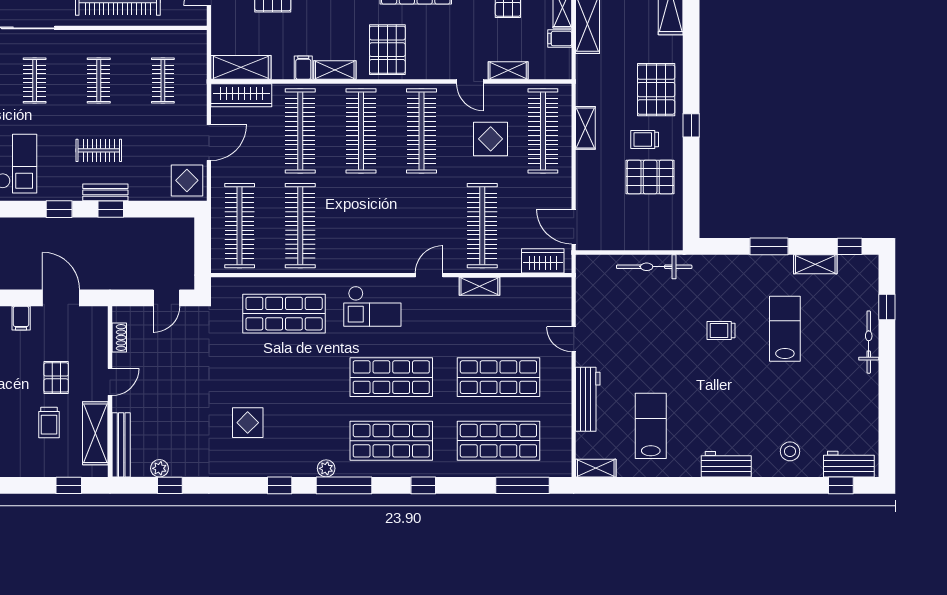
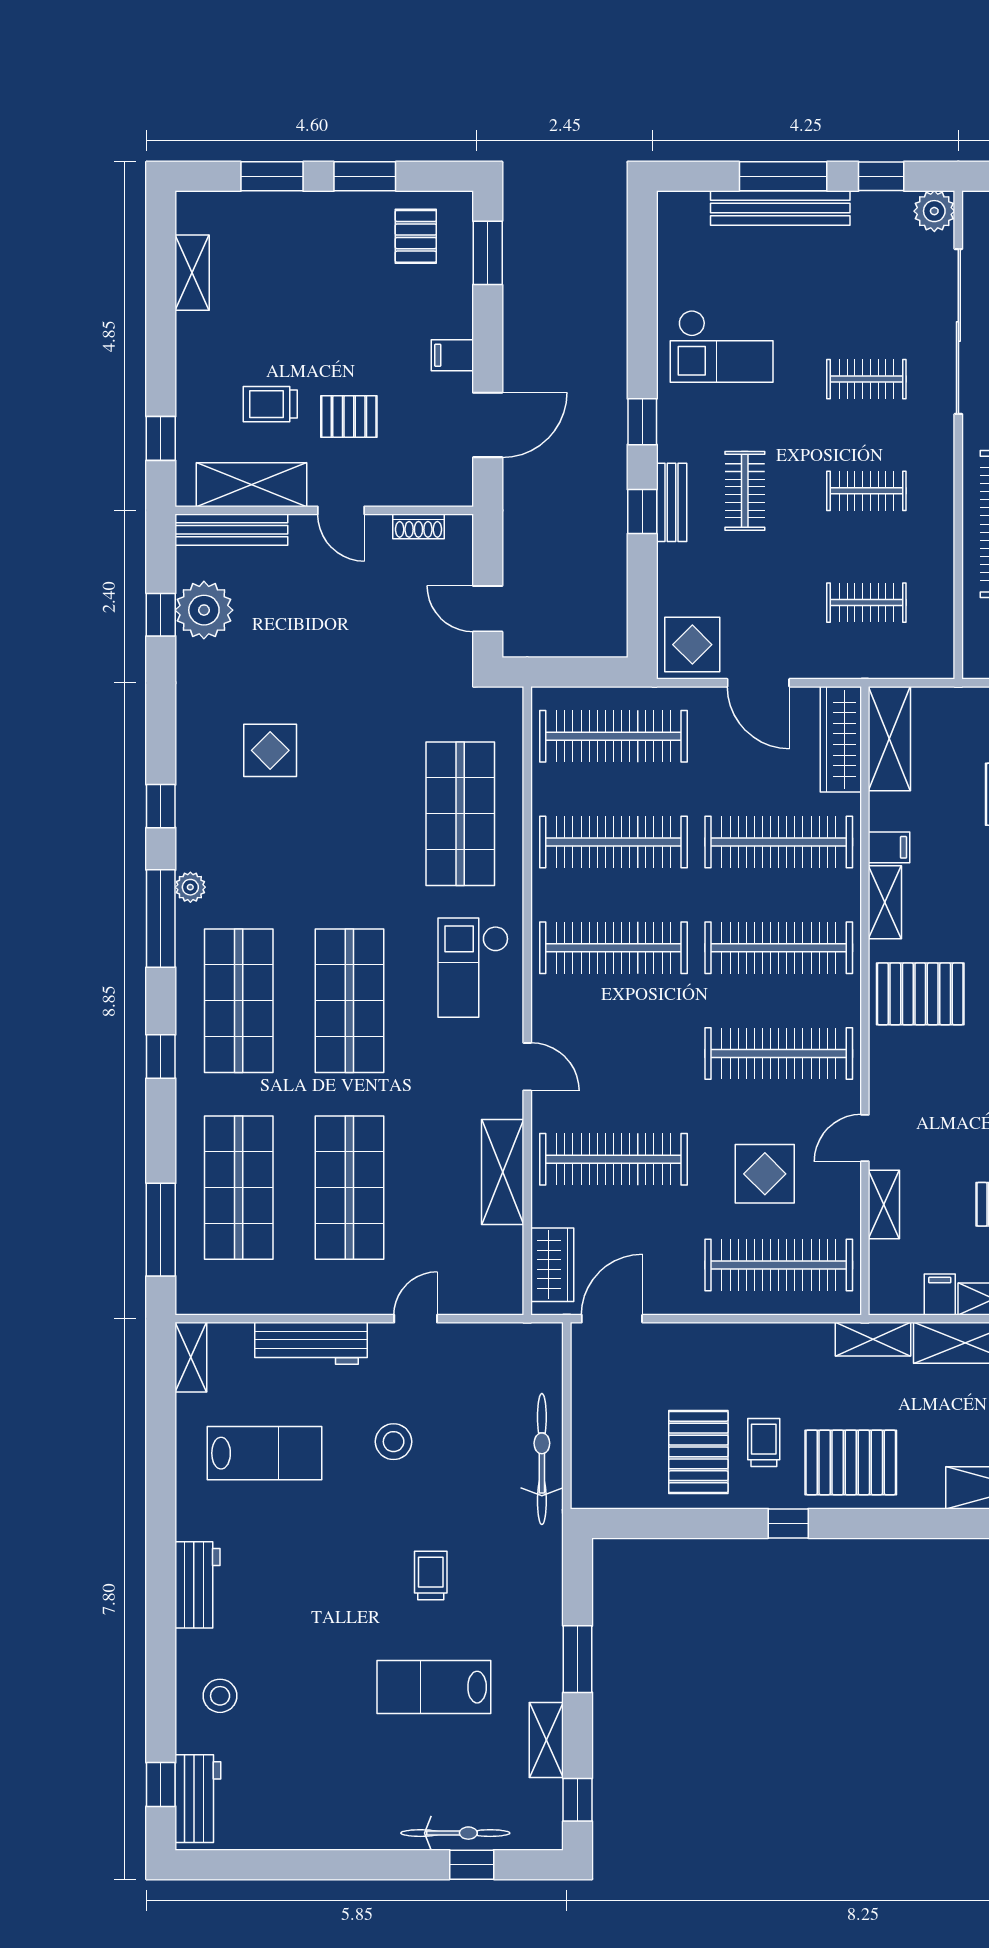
shelving: (585, 128) -> (873, 1339), moved
clothes rail: (361, 226) -> (613, 948), added
shelving: (479, 286) -> (503, 1172), width x1.50, depth x1.33
lab bench: (785, 329) -> (434, 1687), turned 180
bicycle: (869, 342) -> (455, 1833), moved
stool: (644, 352) -> (394, 1442), added
plant: (159, 468) -> (204, 610), width x1.88, depth x1.88

